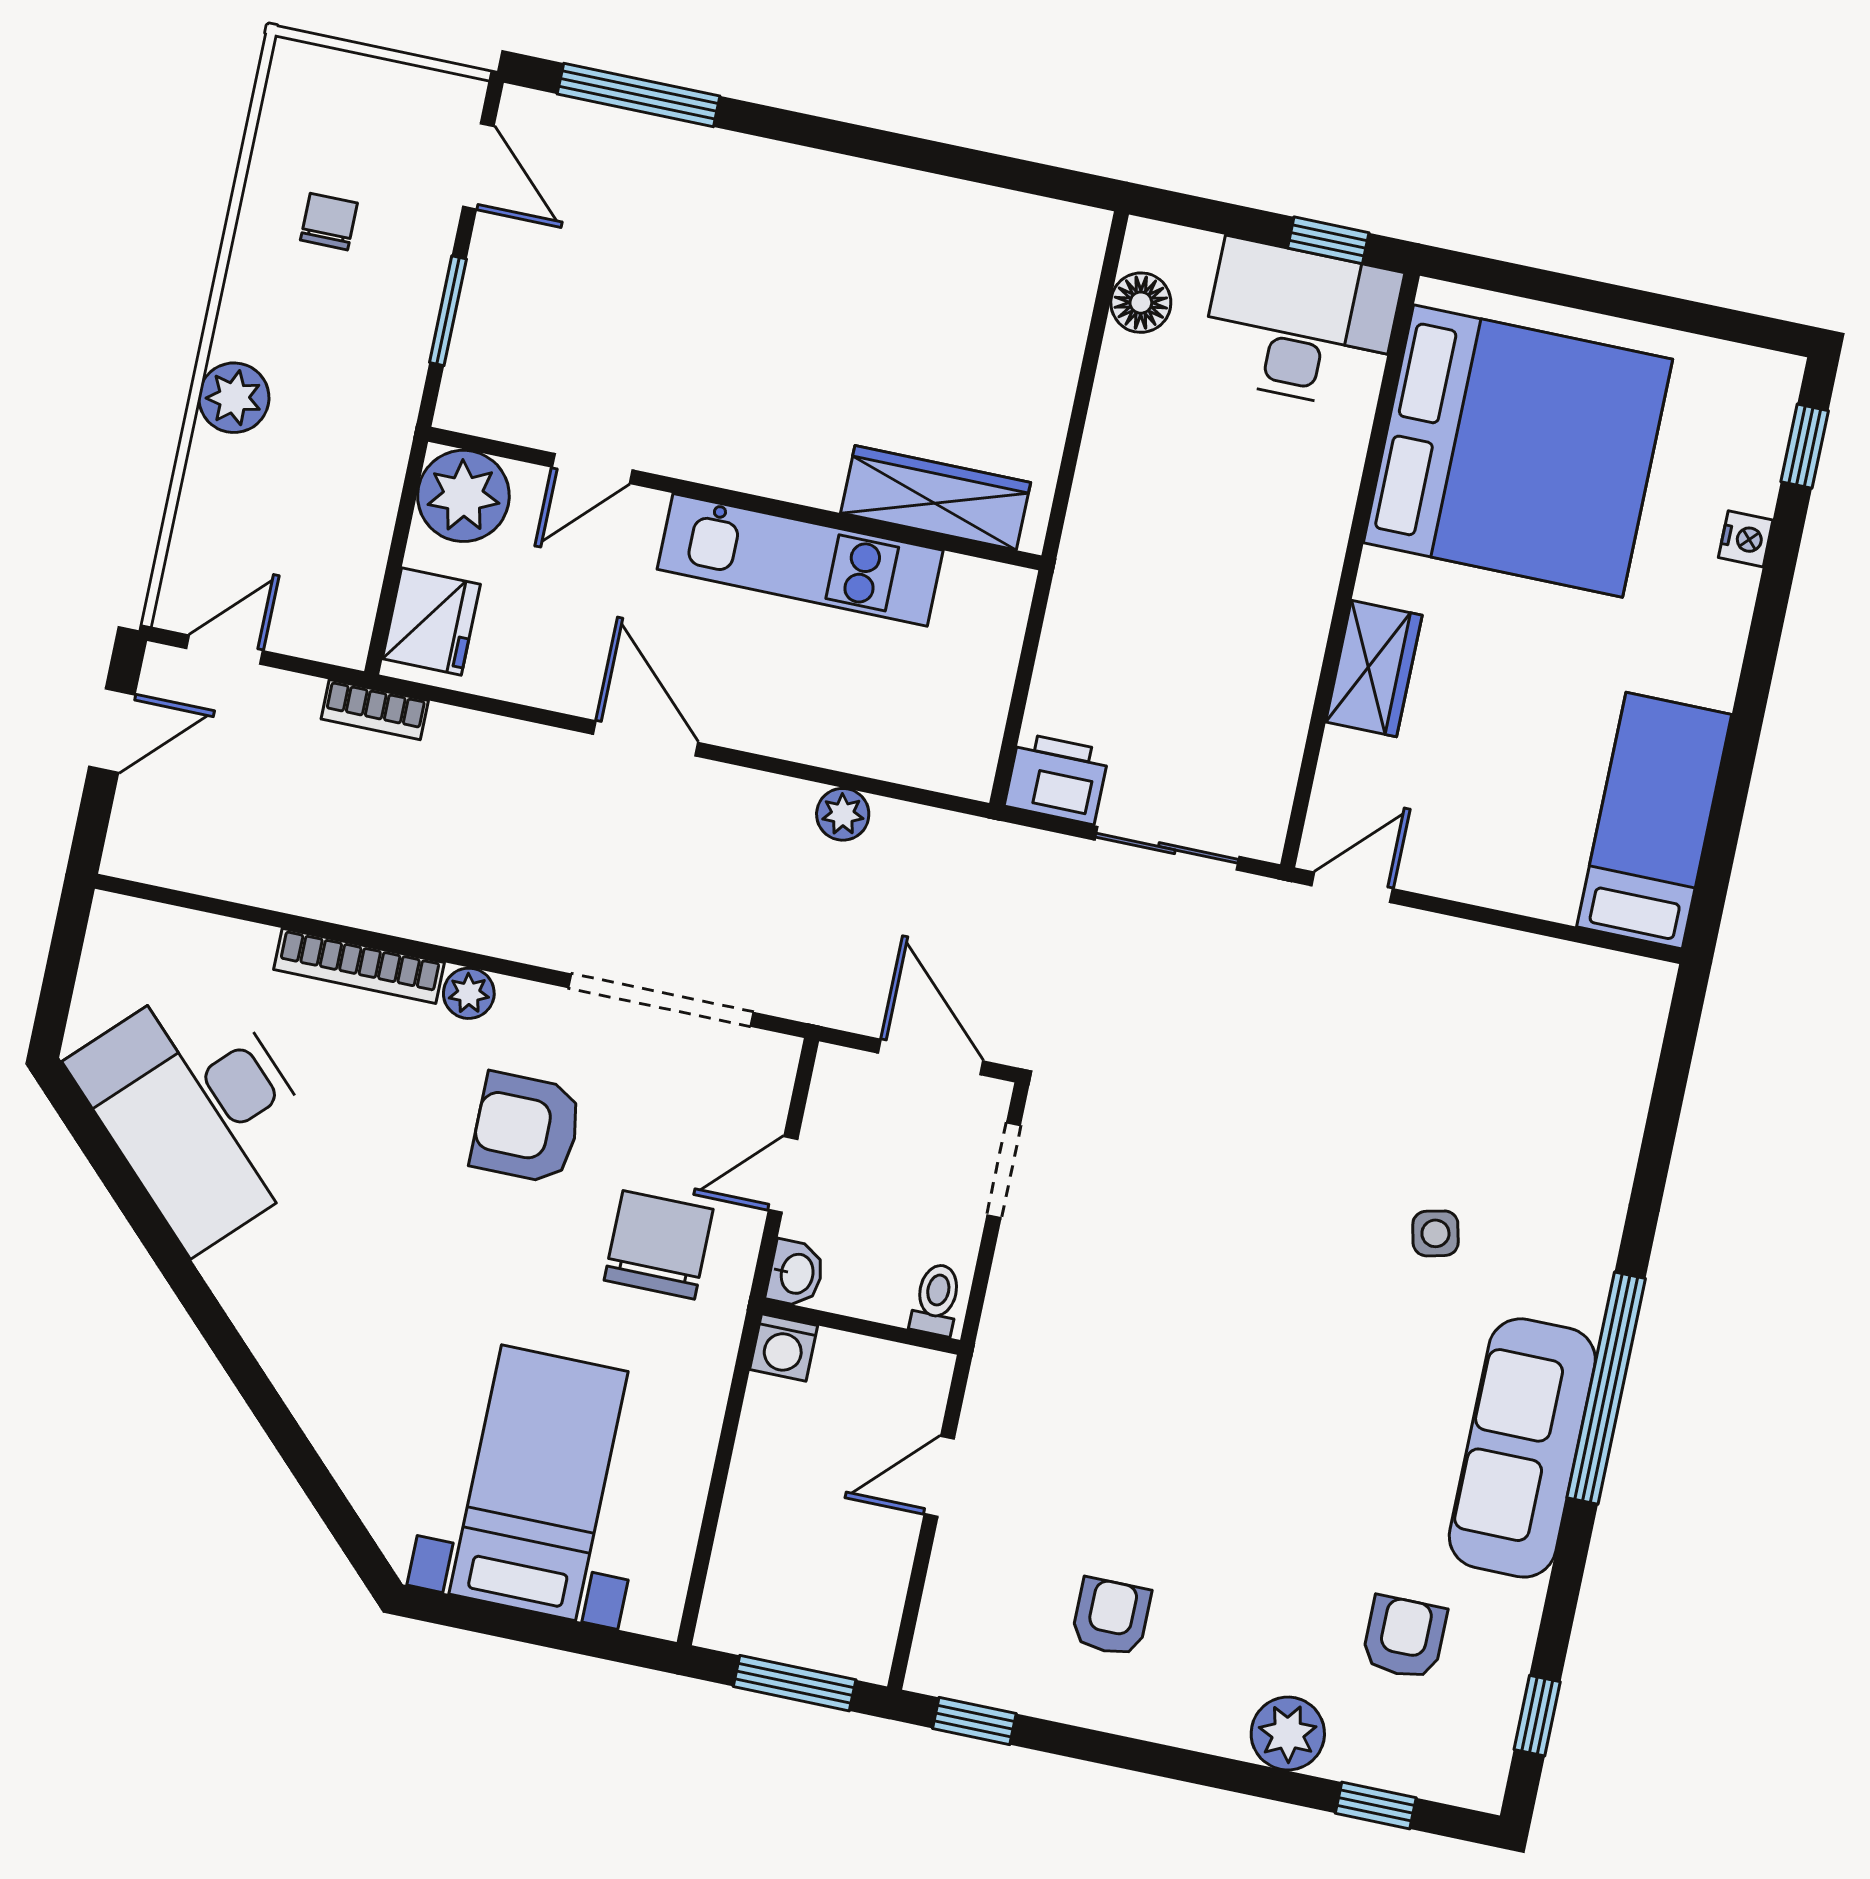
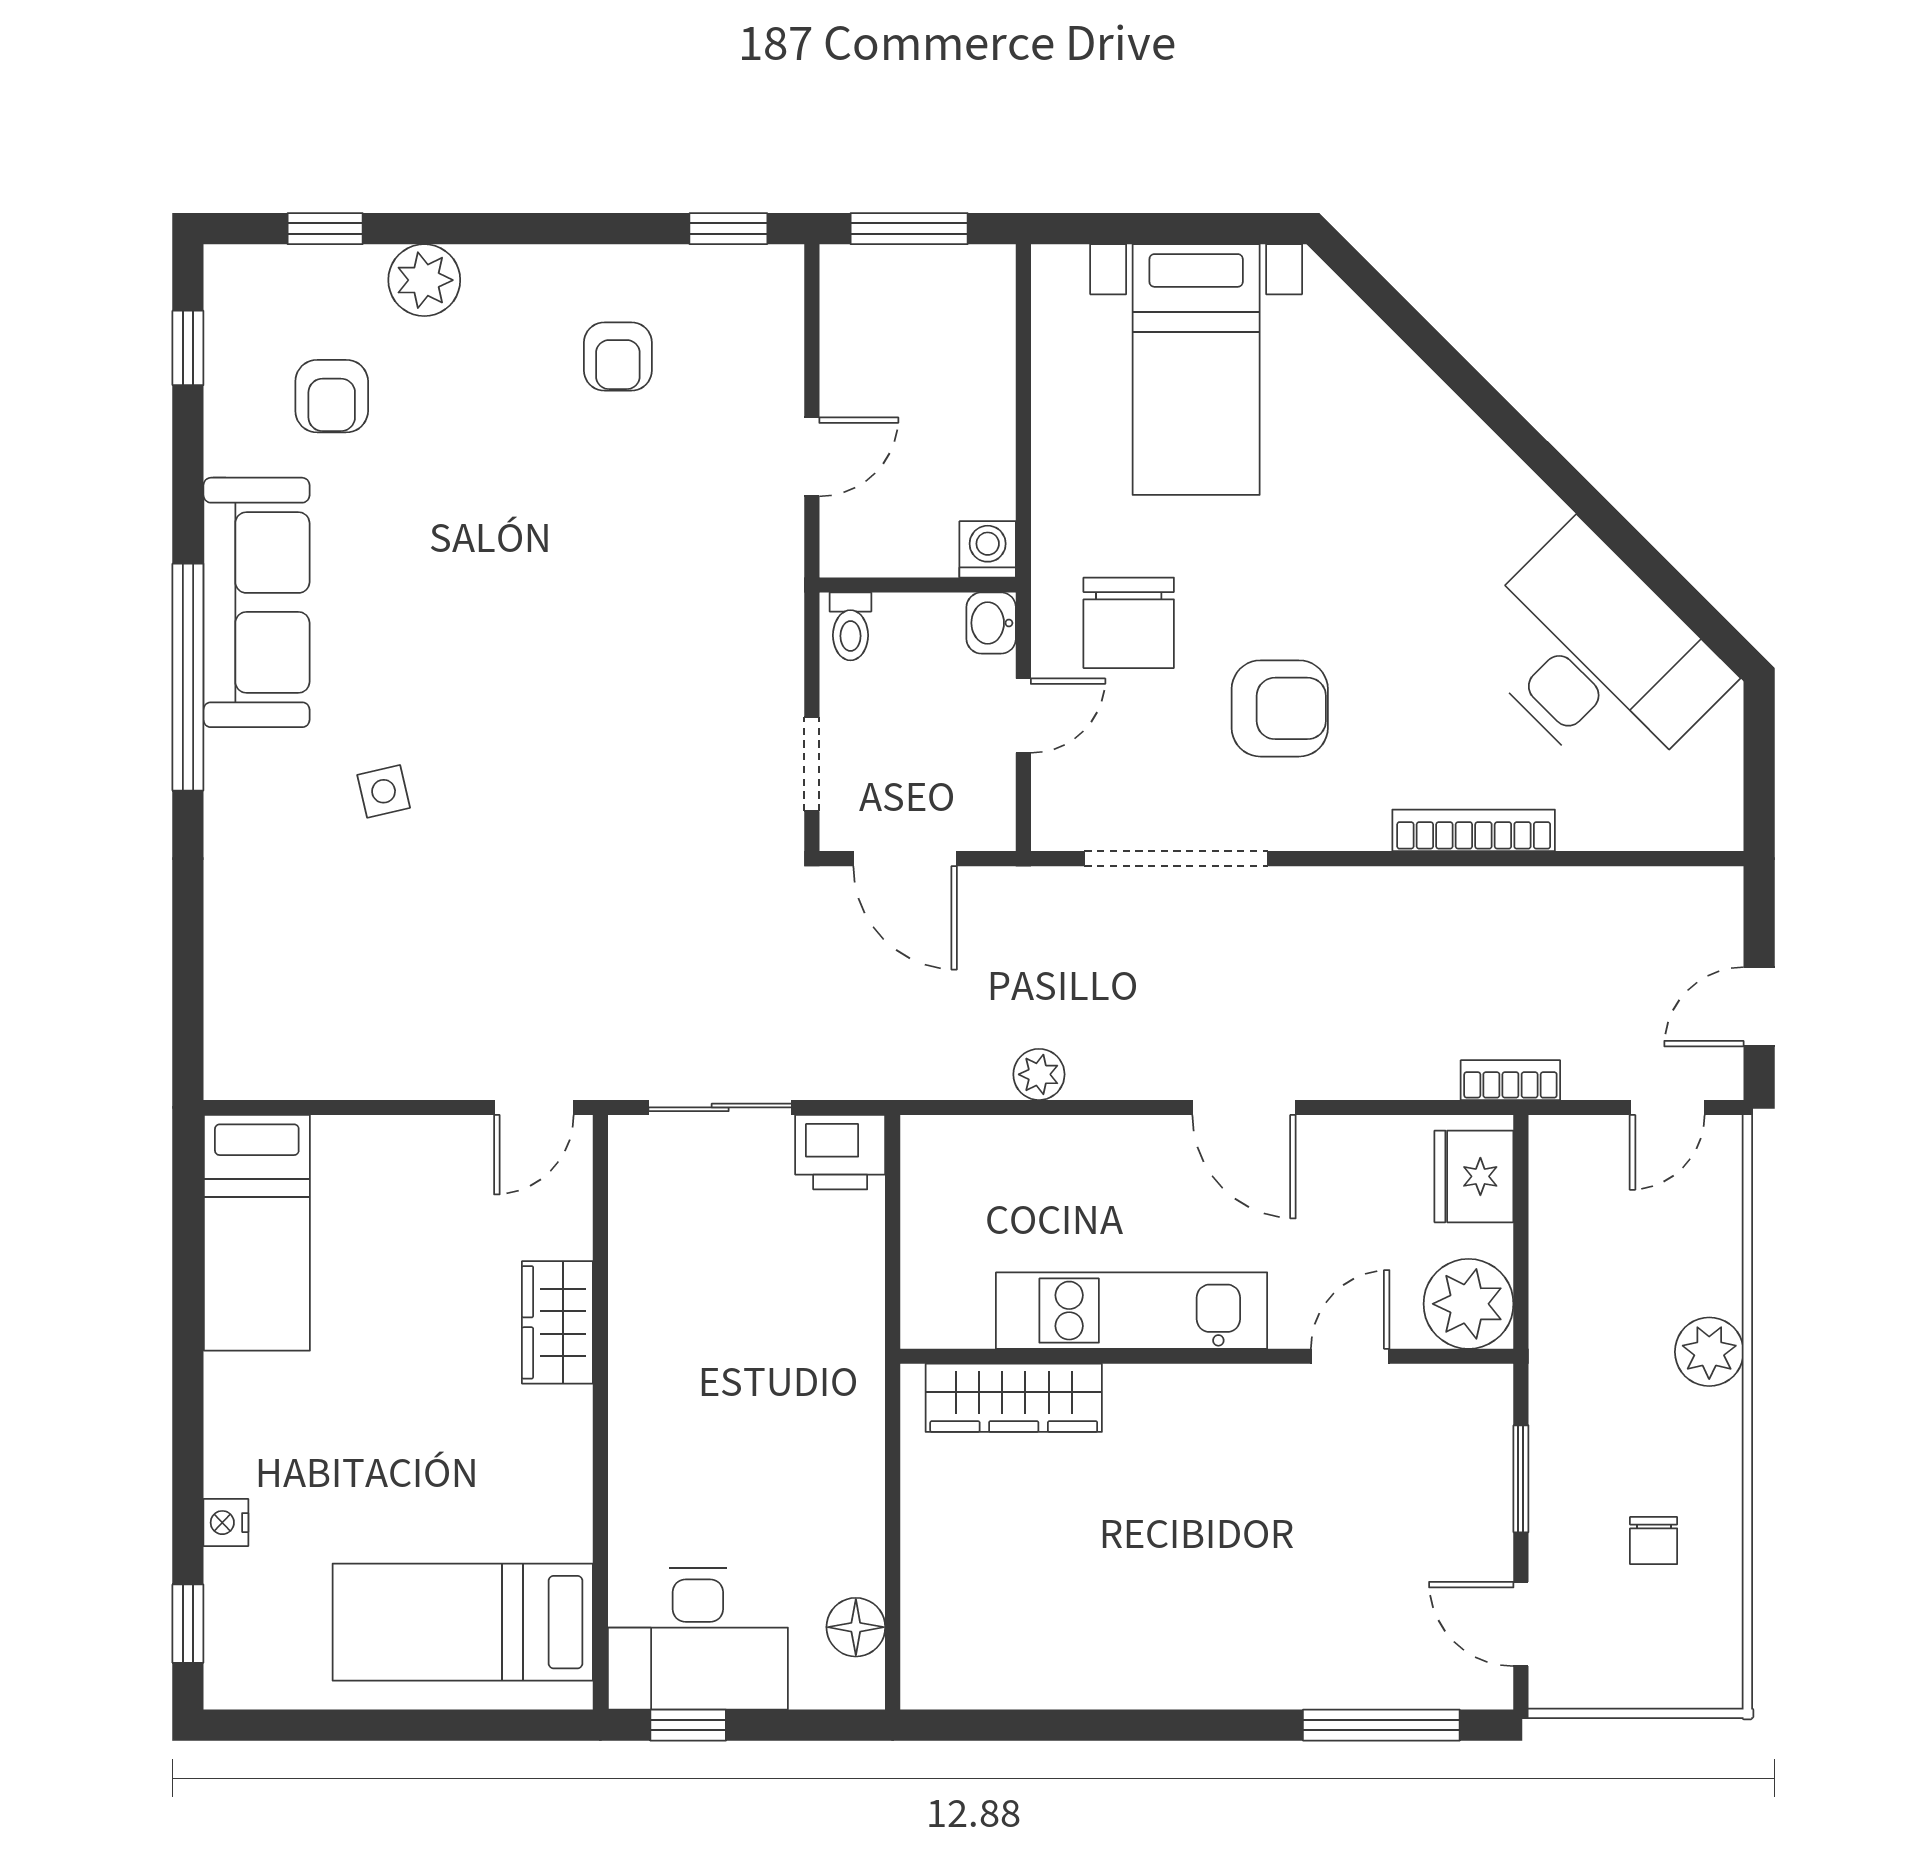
bed: (1518, 451) -> (463, 1622), width x0.49
plant: (469, 993) -> (1362, 826), removed

